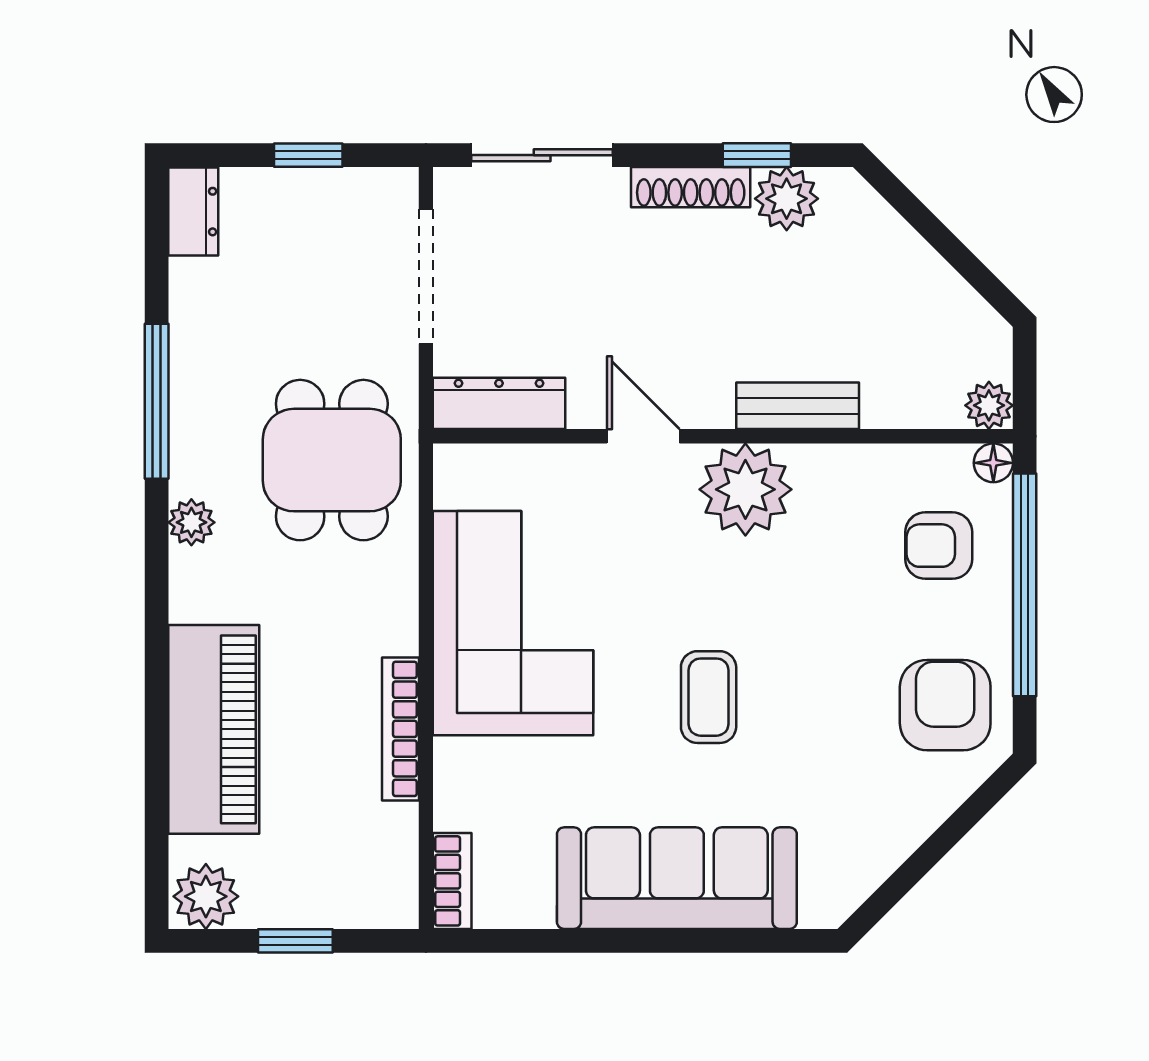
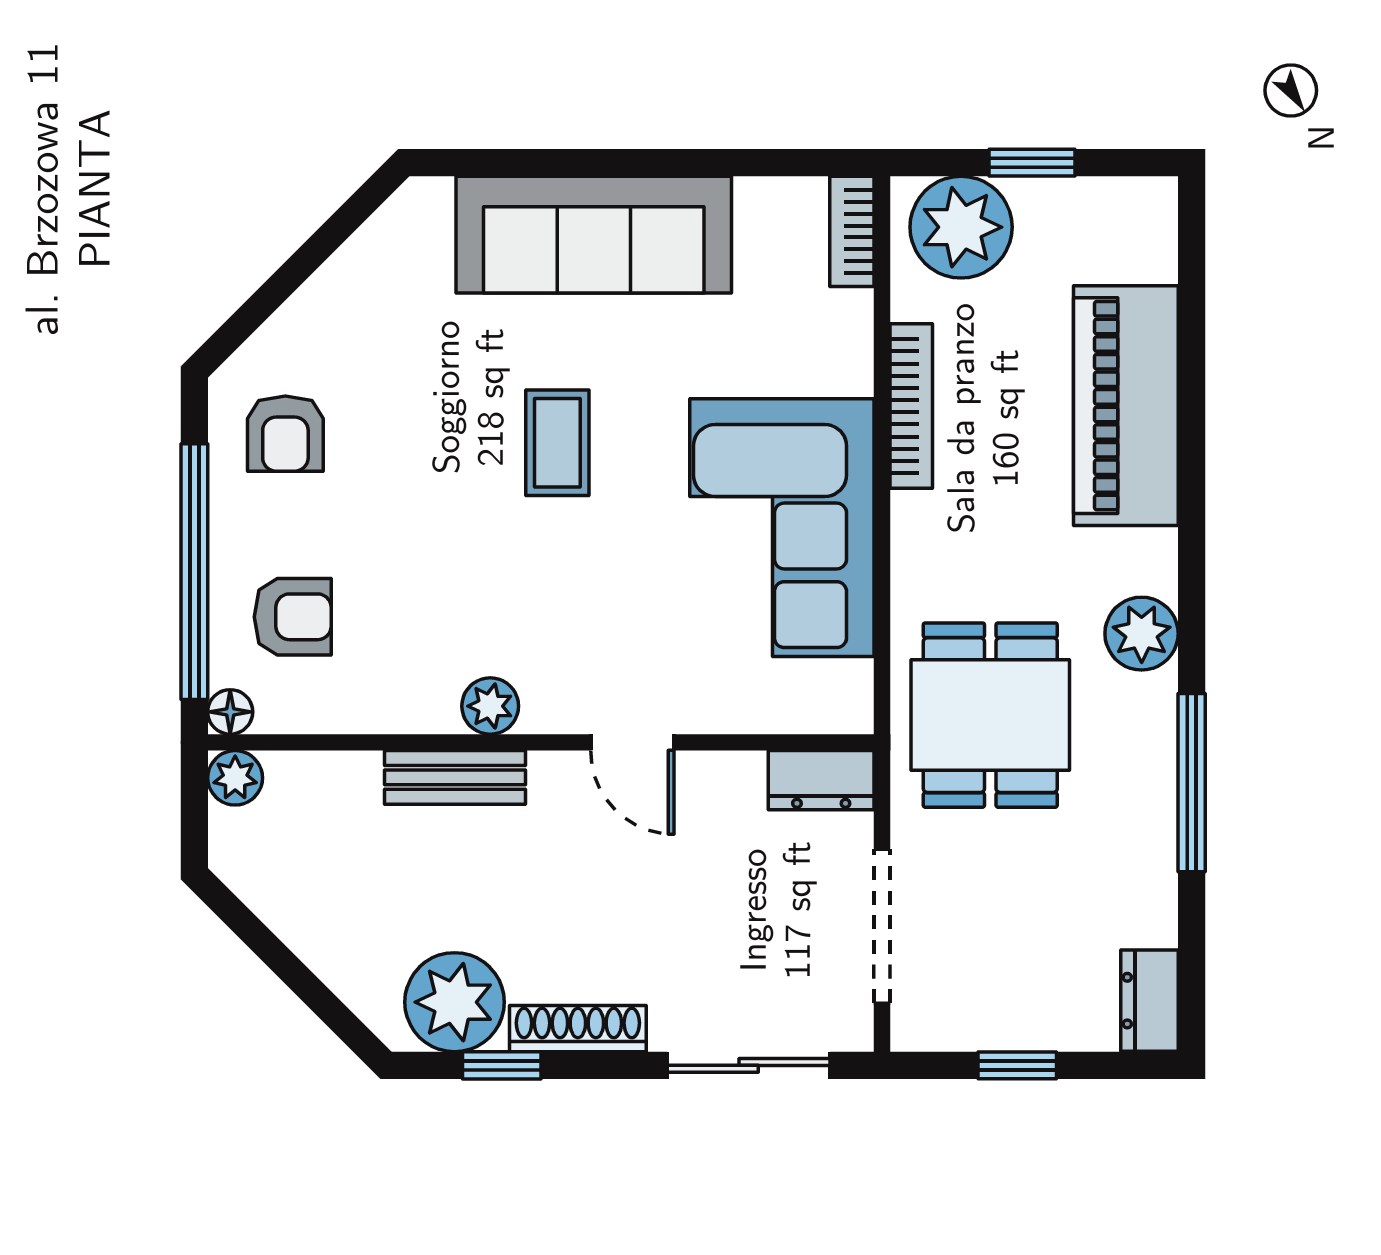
plant: (787, 199) -> (455, 1002), width x1.36, depth x1.36
dresser: (499, 403) -> (821, 780), width x0.70
plant: (745, 489) -> (490, 706), width x0.53, depth x0.53
plant: (191, 522) -> (1142, 634), width x1.38, depth x1.38
armchair: (945, 705) -> (285, 434), width x0.72, depth x0.72
plant: (206, 896) -> (961, 227), moved, width x1.36, depth x1.36

